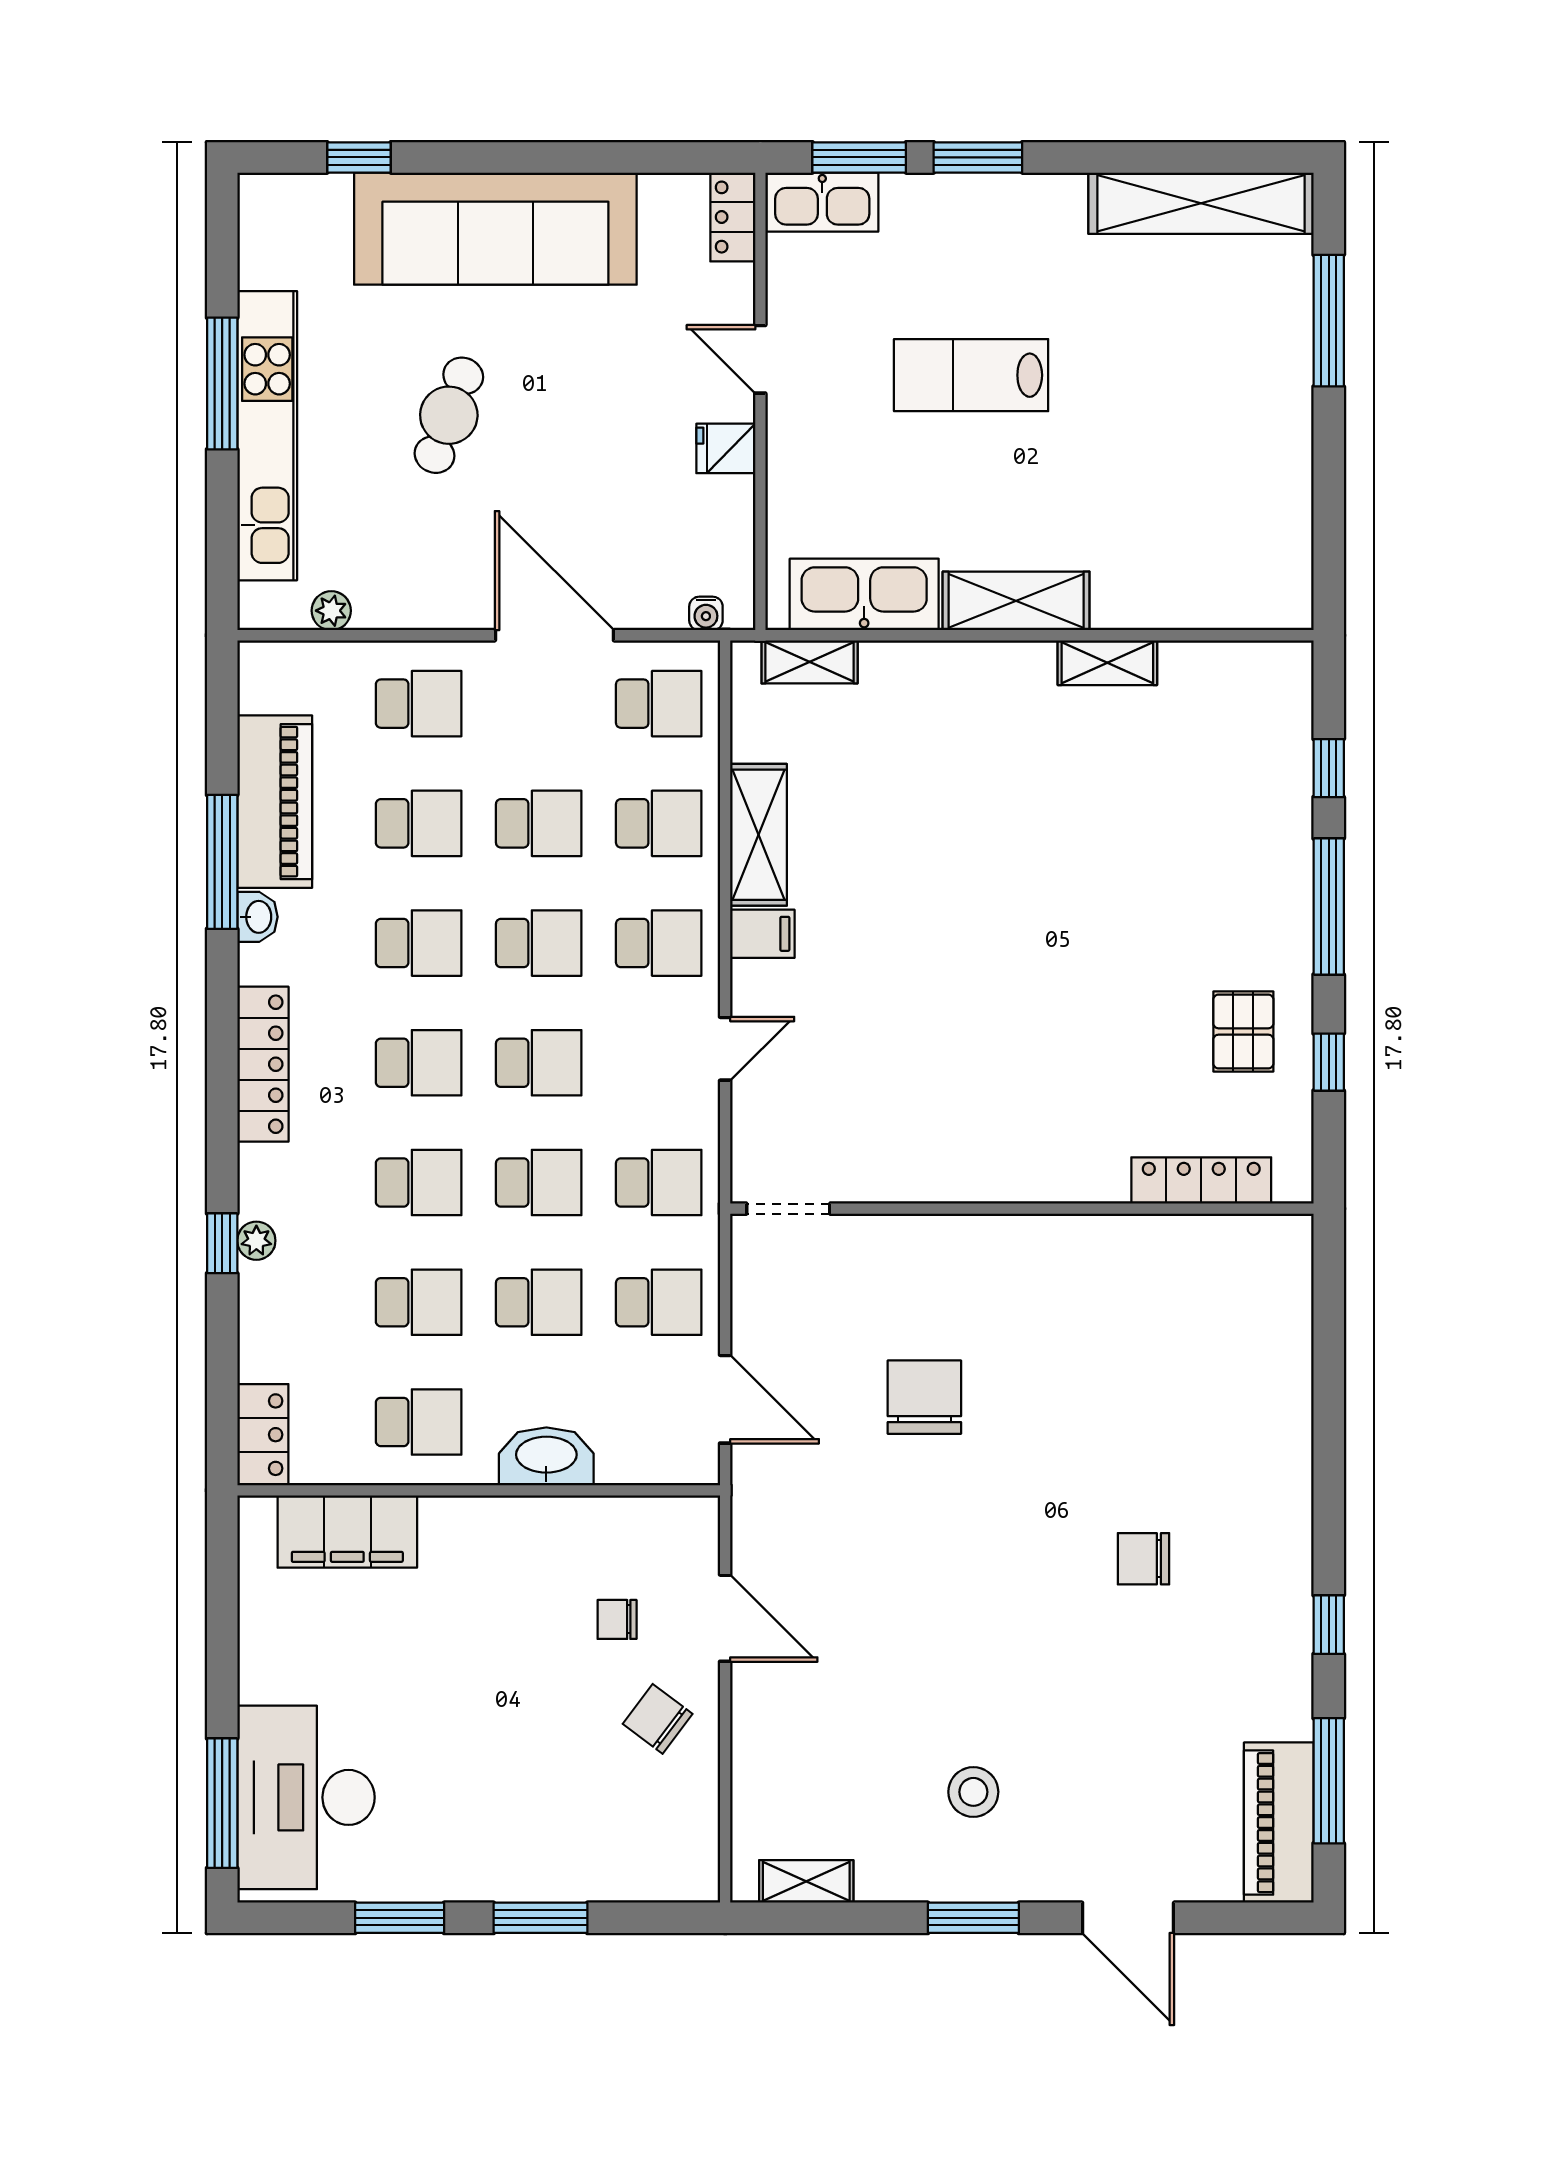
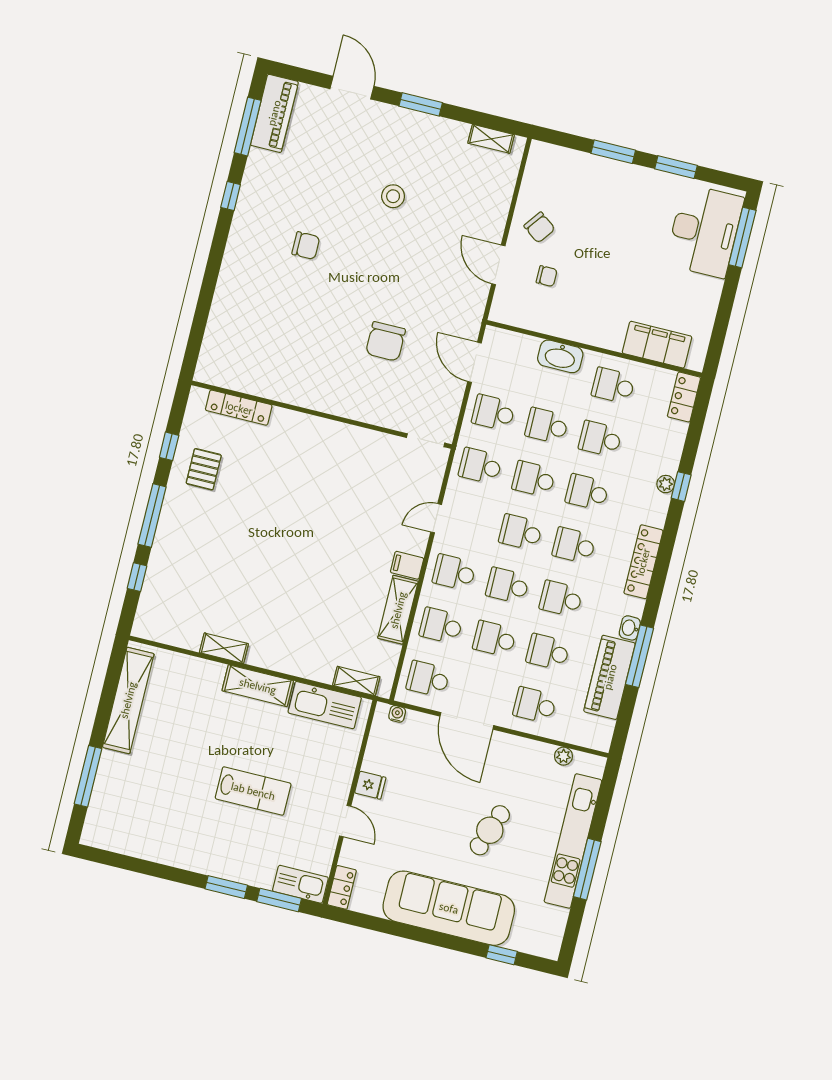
shelving: (1201, 203) -> (128, 700), moved, turned 90
stool: (973, 1792) -> (393, 196), moved

